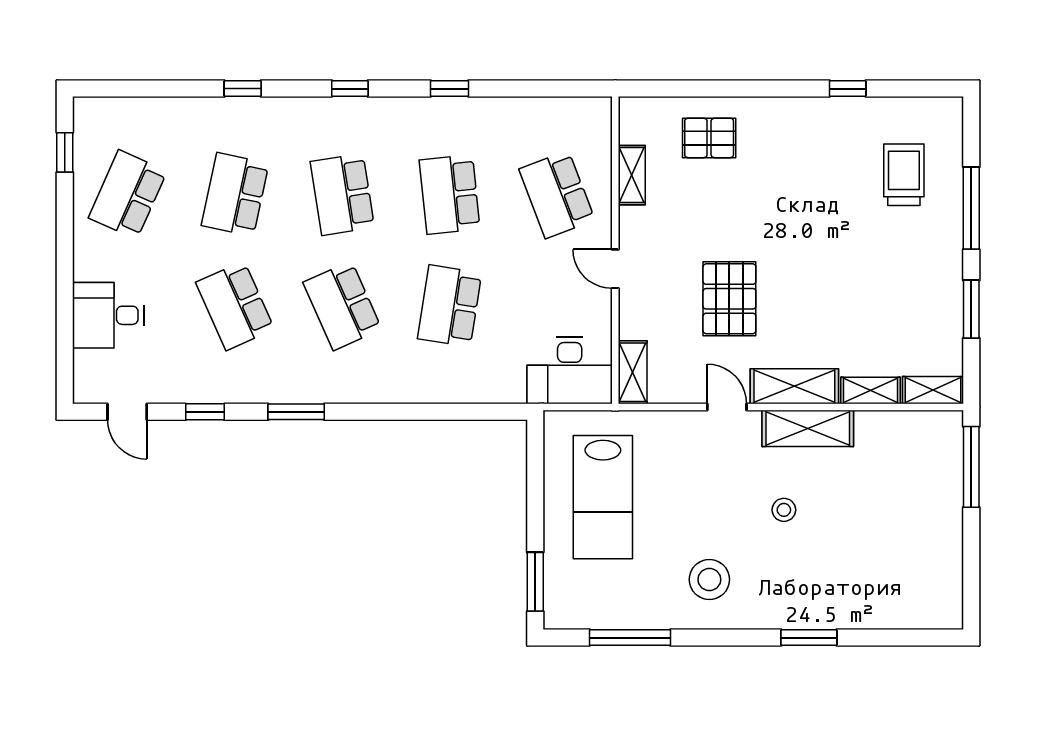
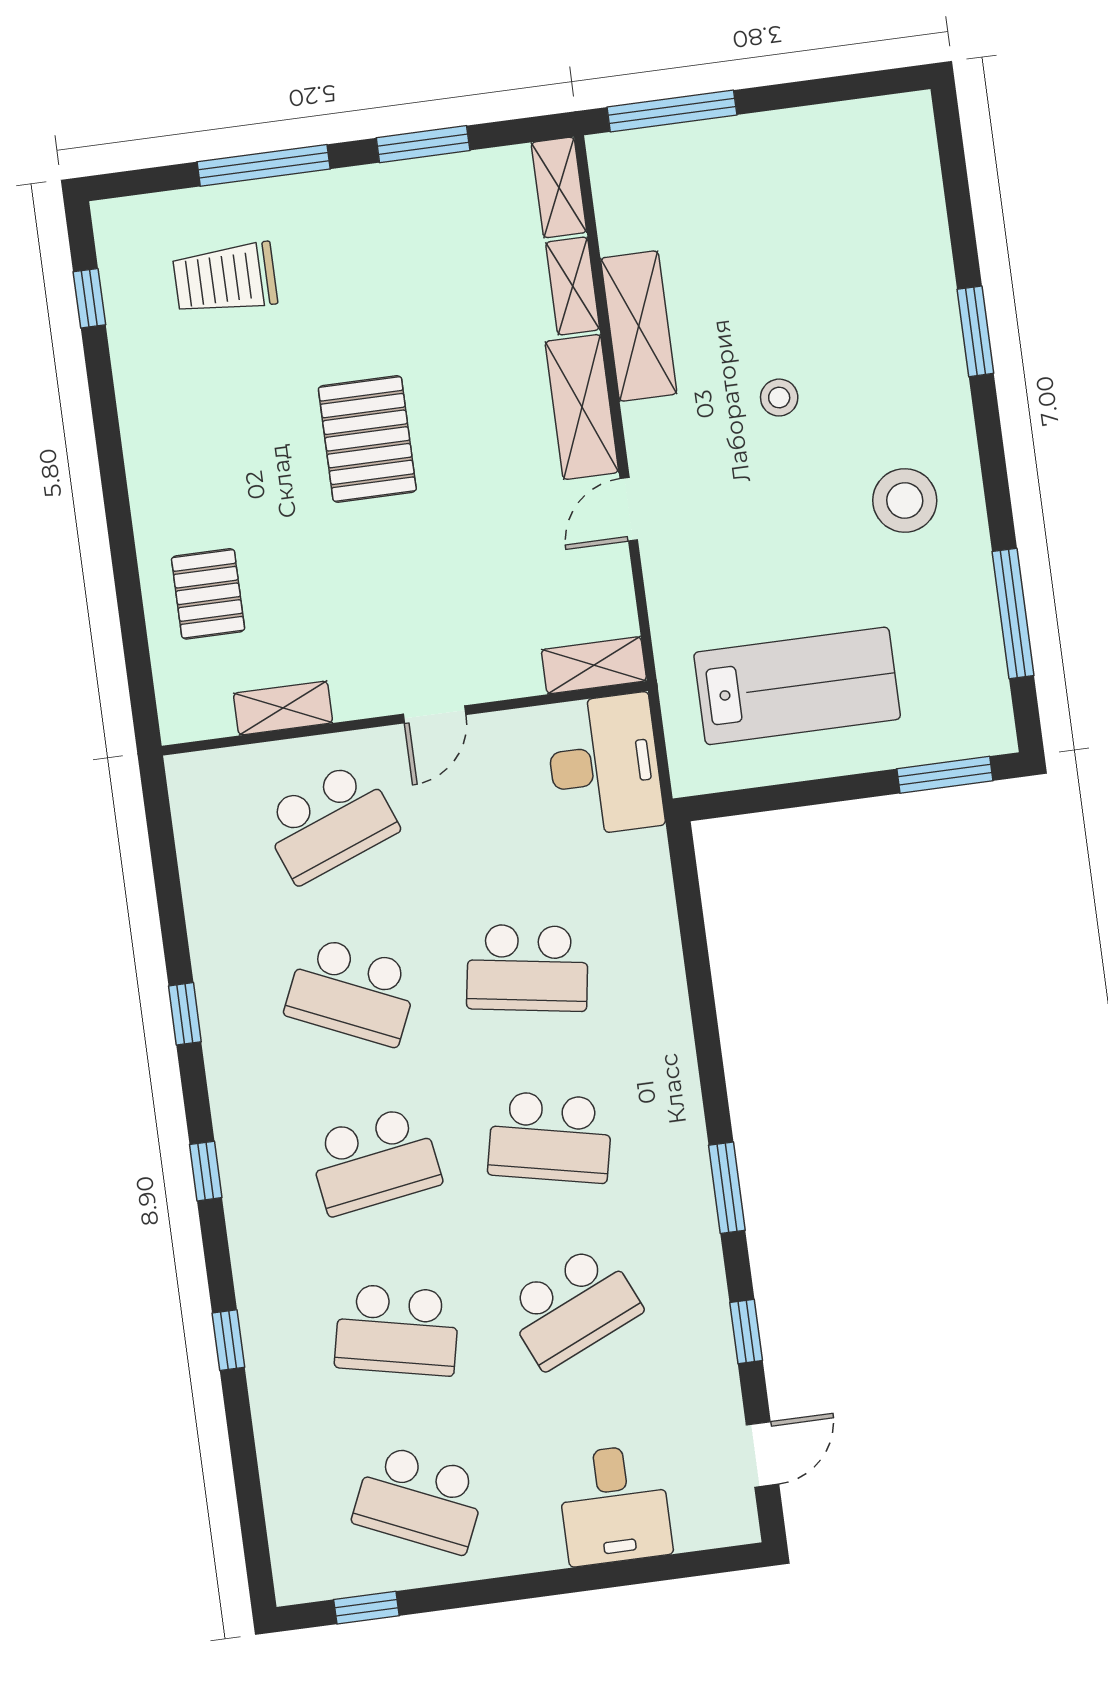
window: (848, 89) -> (89, 298), moved
school desk: (450, 194) -> (352, 991), turned 30
pallet: (729, 299) -> (367, 439), moved, turned 90
school desk: (342, 306) -> (550, 1137), turned 36
shelving: (808, 428) -> (639, 326), moved

